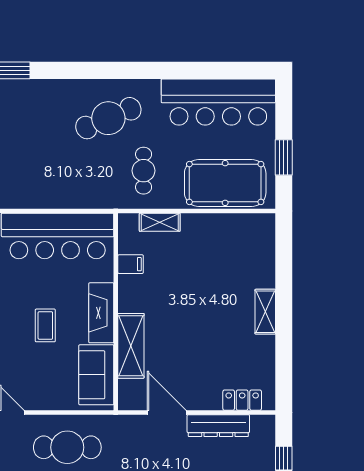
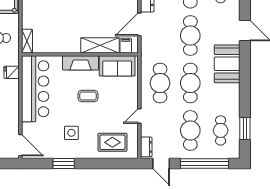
fridge: (85, 196) -> (12, 72), added
shelving: (160, 222) -> (27, 41), moved
filing cabinet: (131, 264) -> (126, 46), moved

